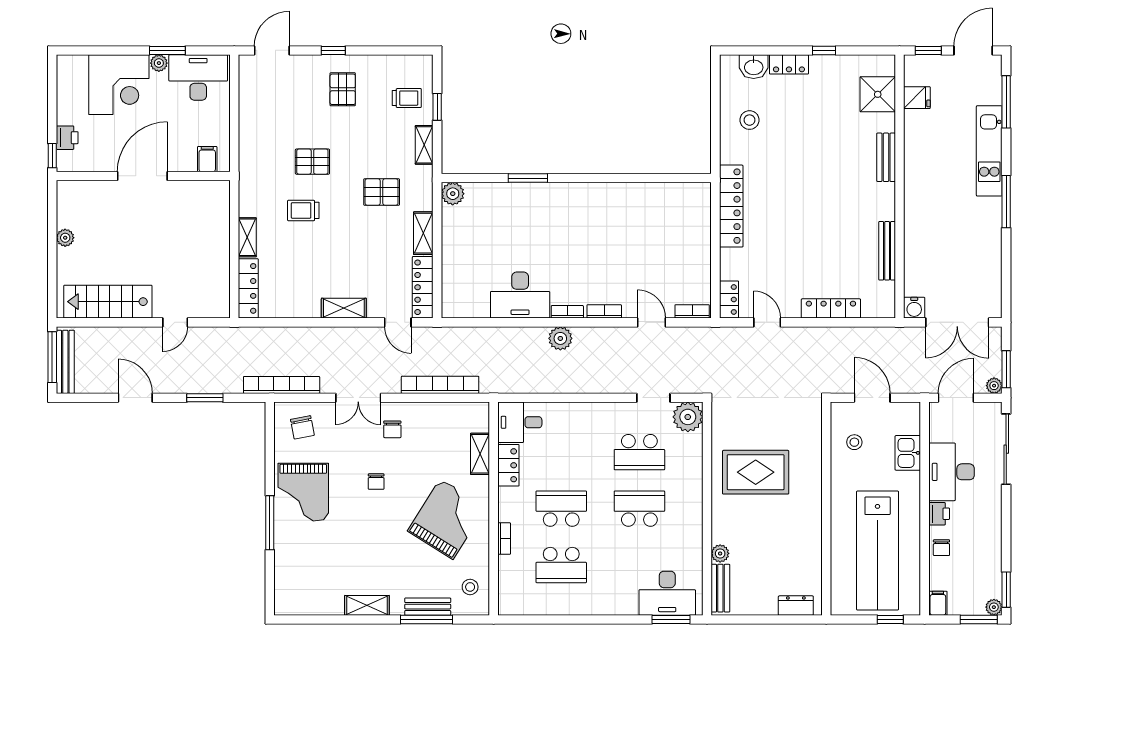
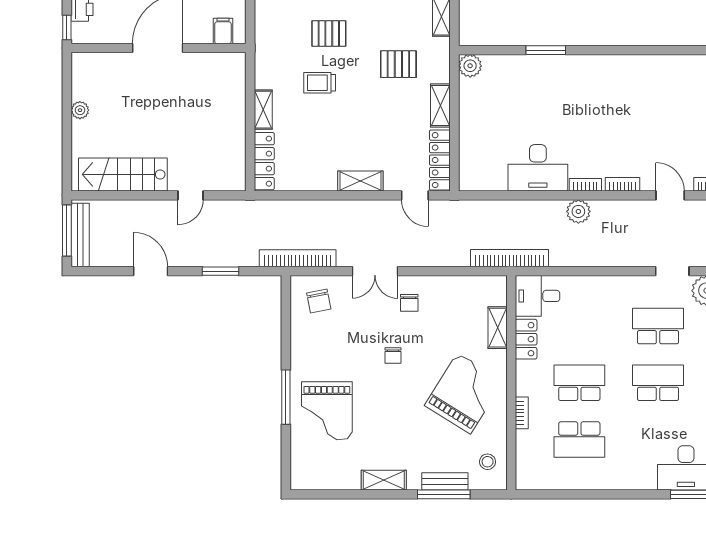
bookcase: (440, 385) -> (510, 258), moved
school desk: (639, 452) -> (658, 326), turned 180
grand piano: (303, 492) -> (327, 411), moved

